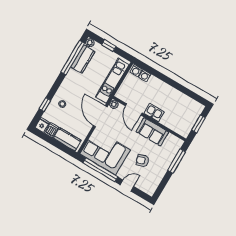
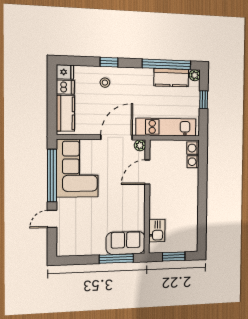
window: (45, 104) -> (109, 62), moved
kitchen sink: (154, 113) -> (157, 231), moved
sofa: (152, 132) -> (126, 243), moved, turned 90
armchair: (142, 161) -> (93, 219), removed
door: (127, 186) -> (52, 219), swing flipped

